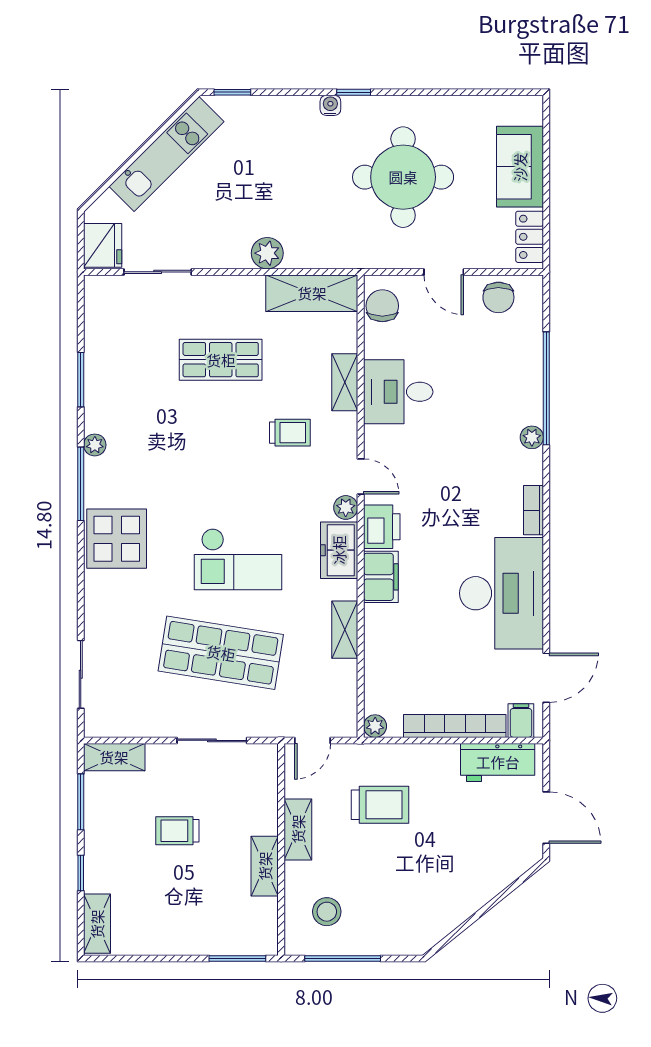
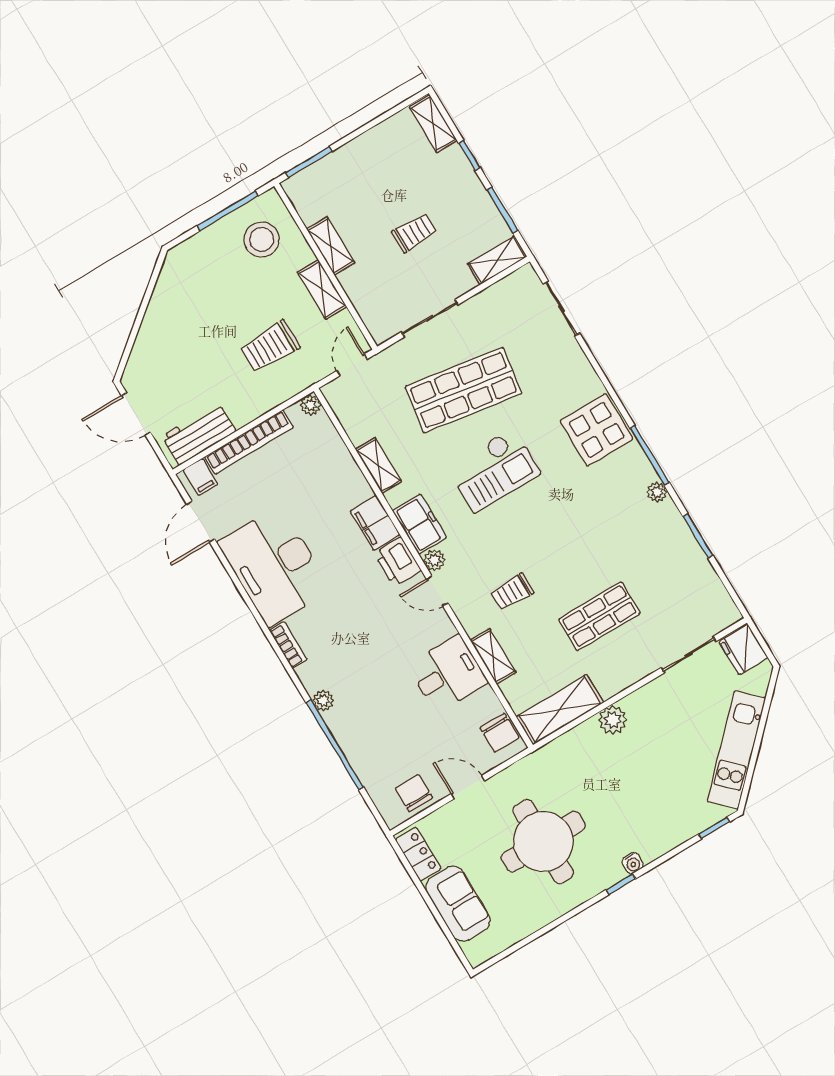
checkout: (238, 559) -> (493, 470), turned 180
stool: (327, 912) -> (262, 240), width x1.38, depth x1.38

